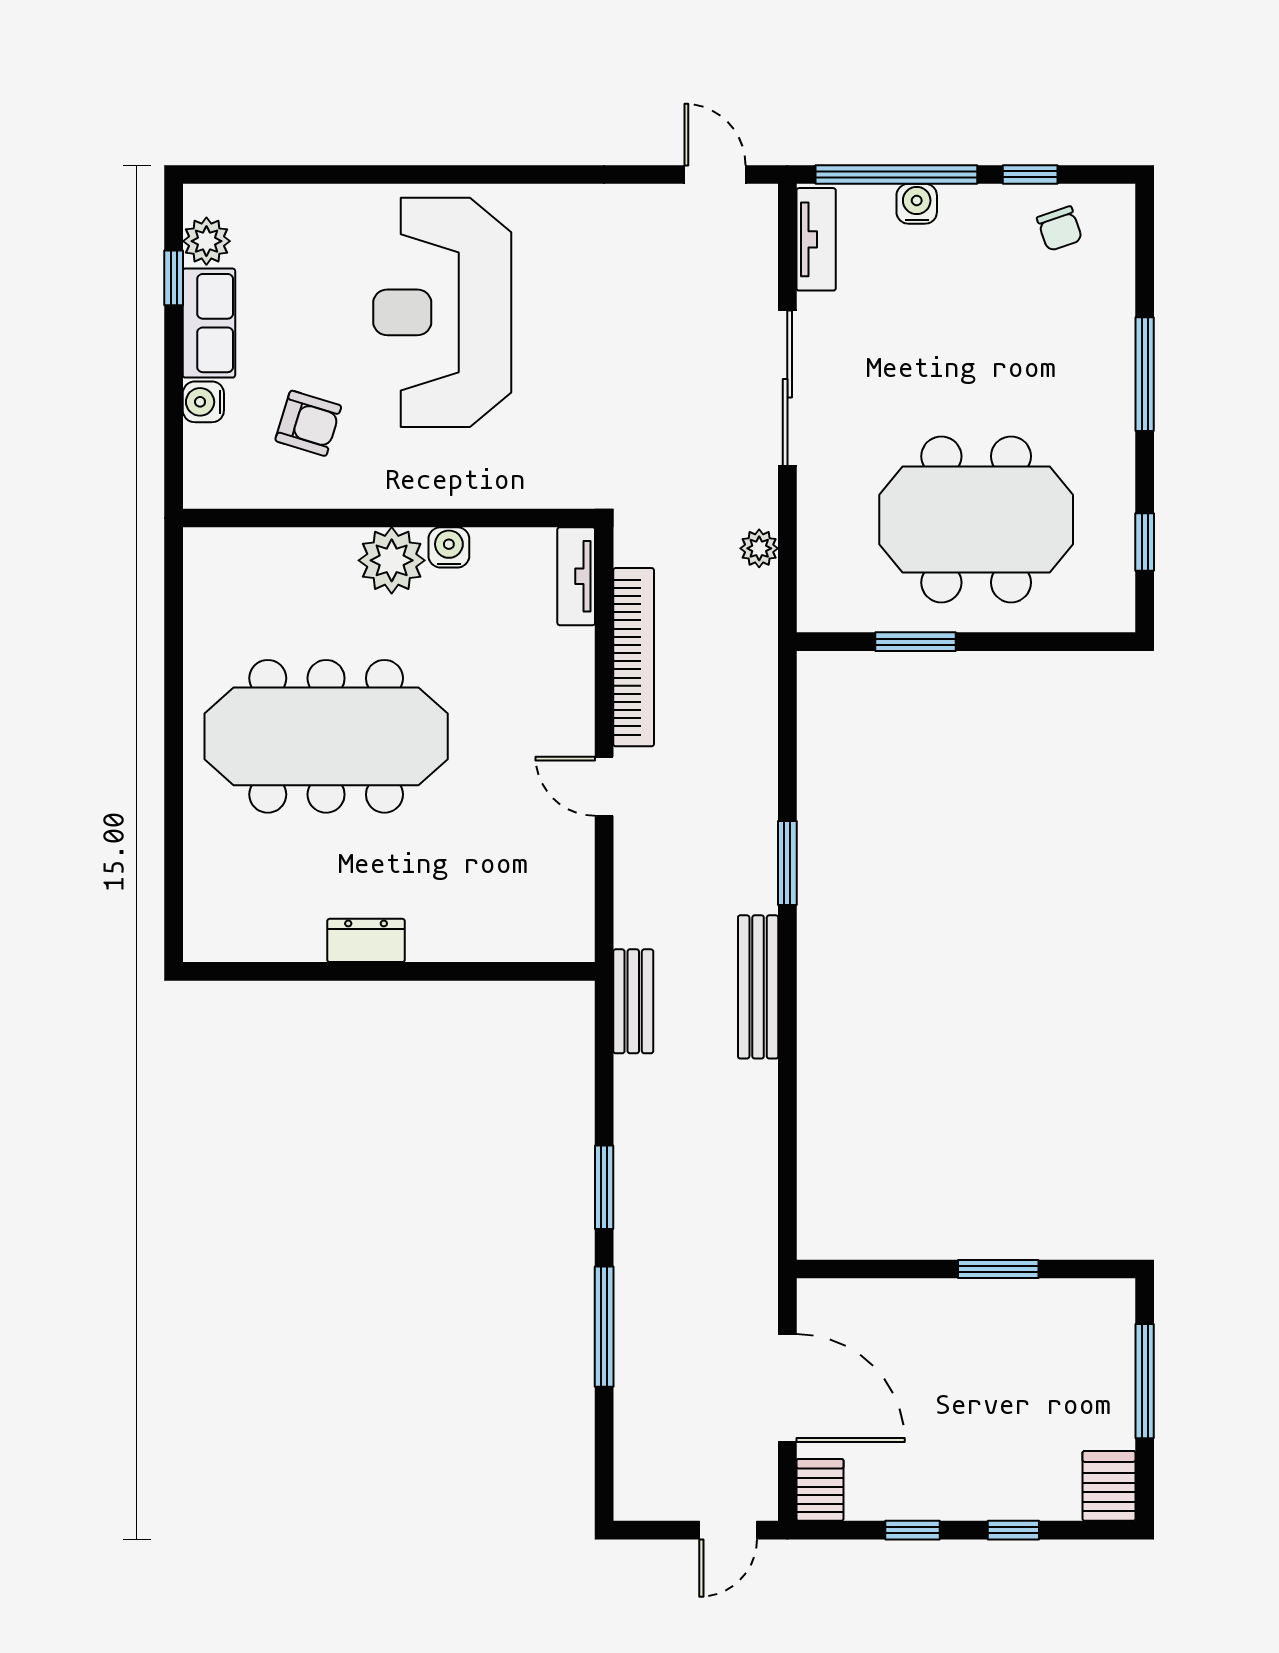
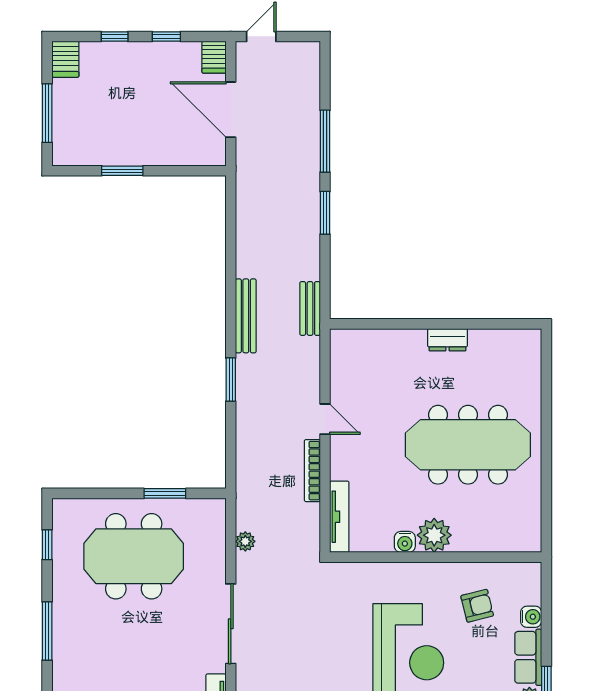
armchair: (308, 423) -> (477, 606), turned 149
tv unit: (576, 576) -> (339, 517), width x1.41
bookcase: (634, 657) -> (312, 471), width x0.68, depth x0.76

